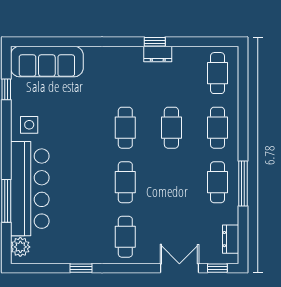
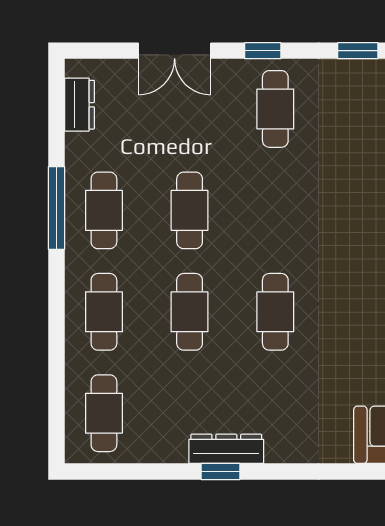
dresser: (158, 54) -> (226, 449), width x1.44
cafe table: (125, 182) -> (190, 210), moved
window: (217, 268) -> (263, 51), moved

